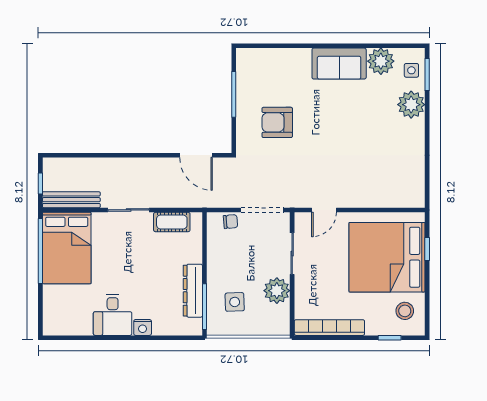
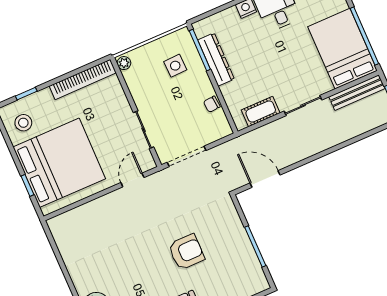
armchair: (277, 122) -> (186, 252), moved
chair: (230, 222) -> (212, 104), moved
plant: (277, 291) -> (124, 63), moved, width x0.53, depth x0.53

